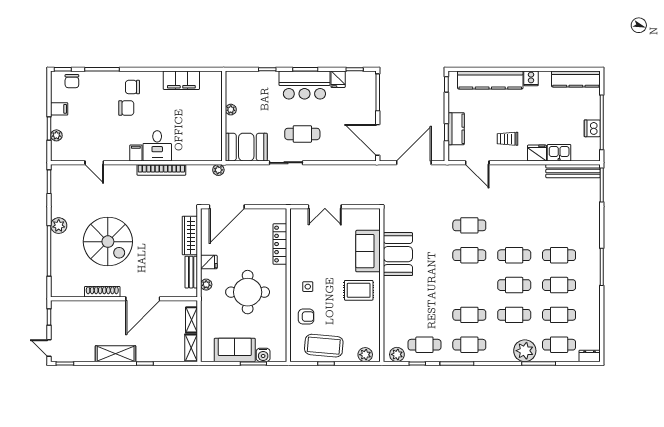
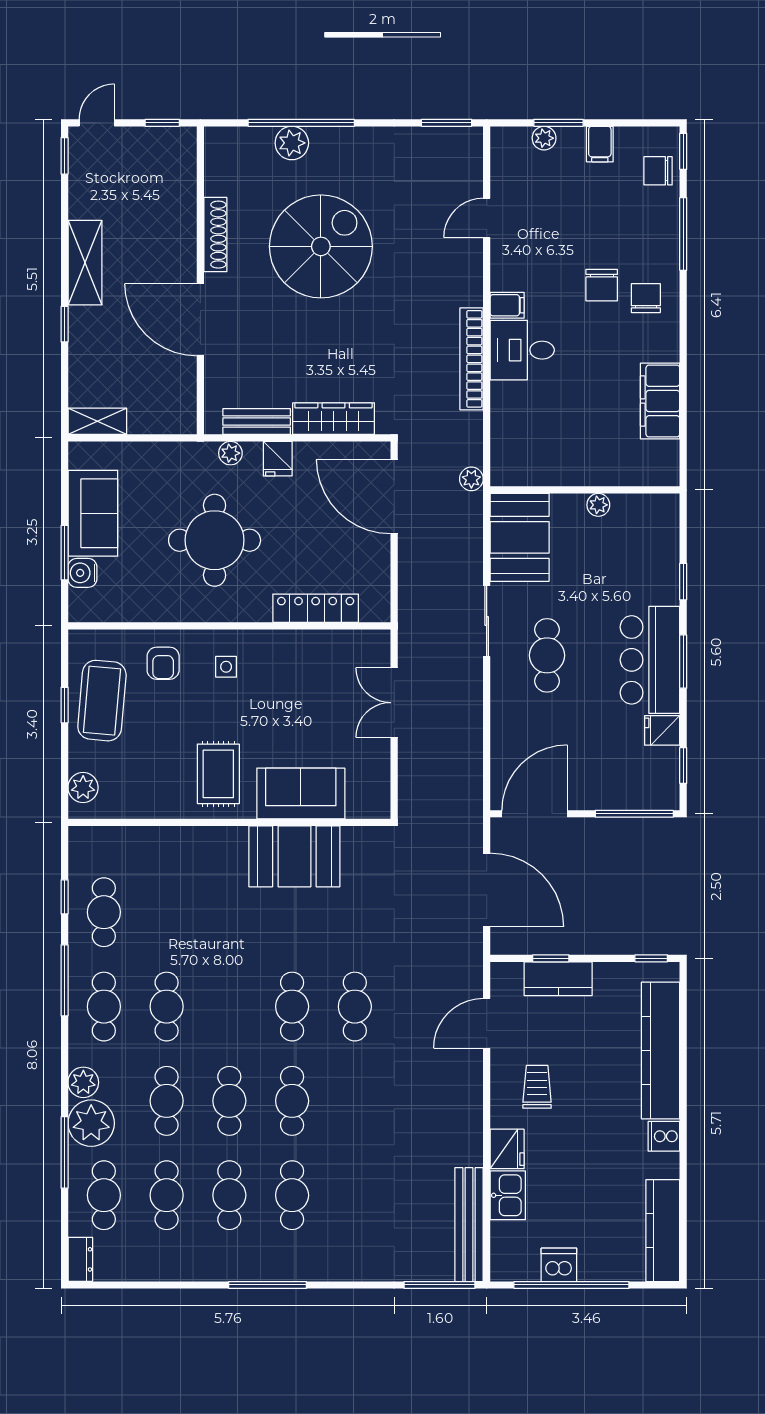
plant: (59, 226) -> (292, 143), moved
spiral stairs: (108, 242) -> (321, 246), turned 180
shelving: (191, 320) -> (156, 422), removed
plant: (397, 354) -> (83, 1082), moved

